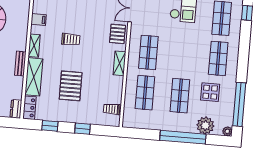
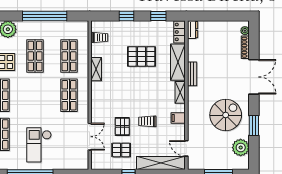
pallet: (118, 34) -> (122, 126), moved
trolley: (71, 39) -> (147, 121), moved
shelving: (119, 63) -> (96, 69), moved
pallet: (71, 86) -> (142, 56), turned 90
window: (183, 137) -> (45, 16), moved

